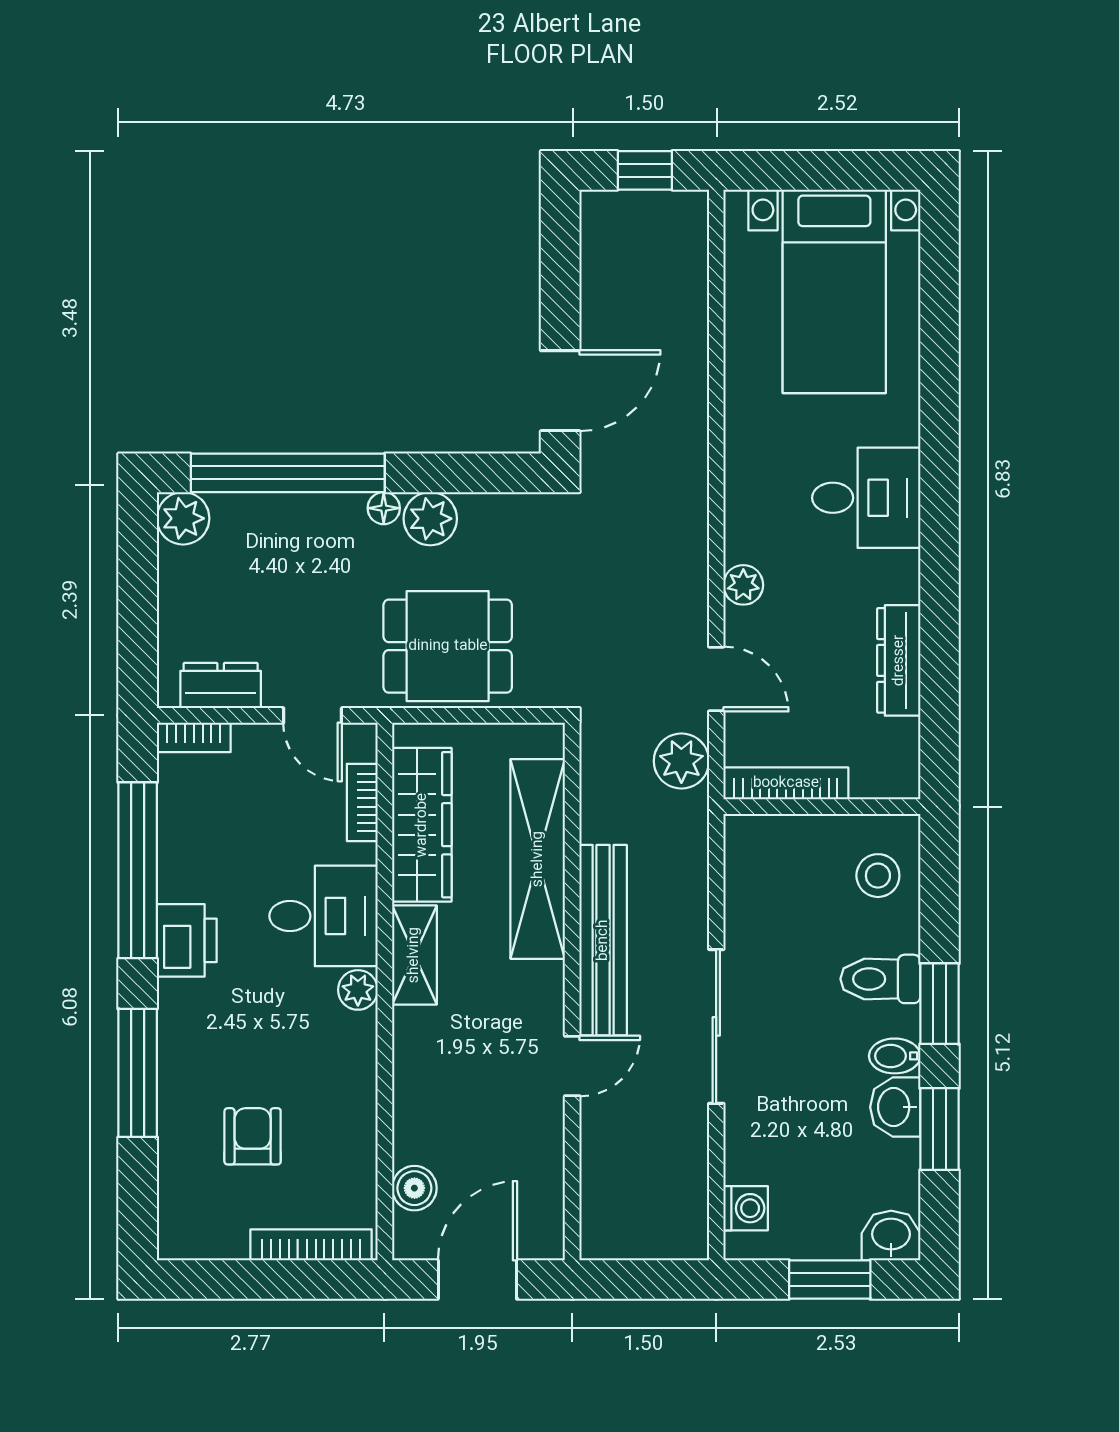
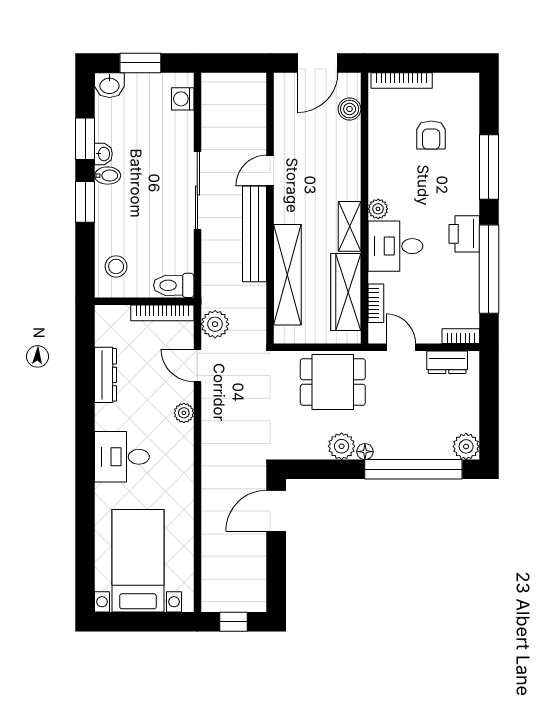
toilet: (880, 979) -> (174, 285), moved, turned 180
washbasin: (895, 1107) -> (103, 154), width x0.72, depth x0.69

